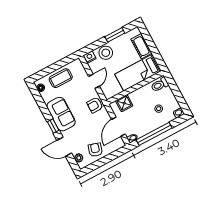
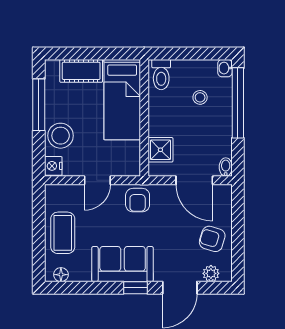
window: (115, 35) -> (39, 105), width x1.44
door: (94, 81) -> (97, 180), swing flipped
window: (154, 134) -> (238, 103), moved

